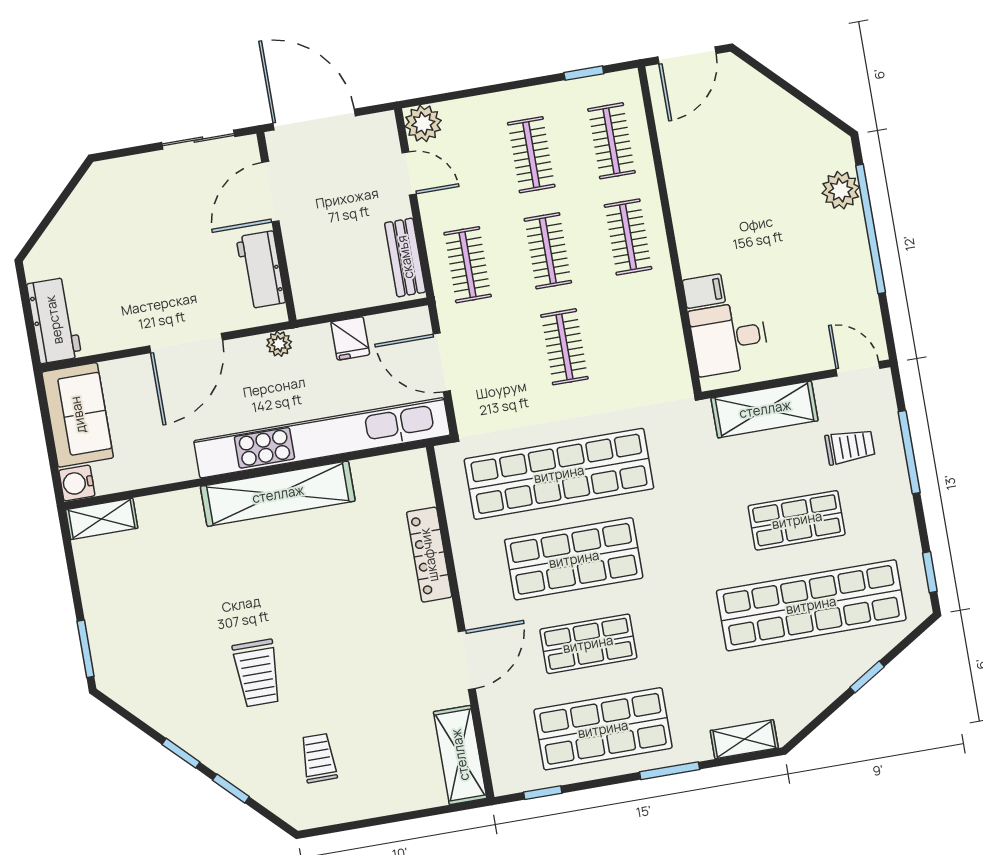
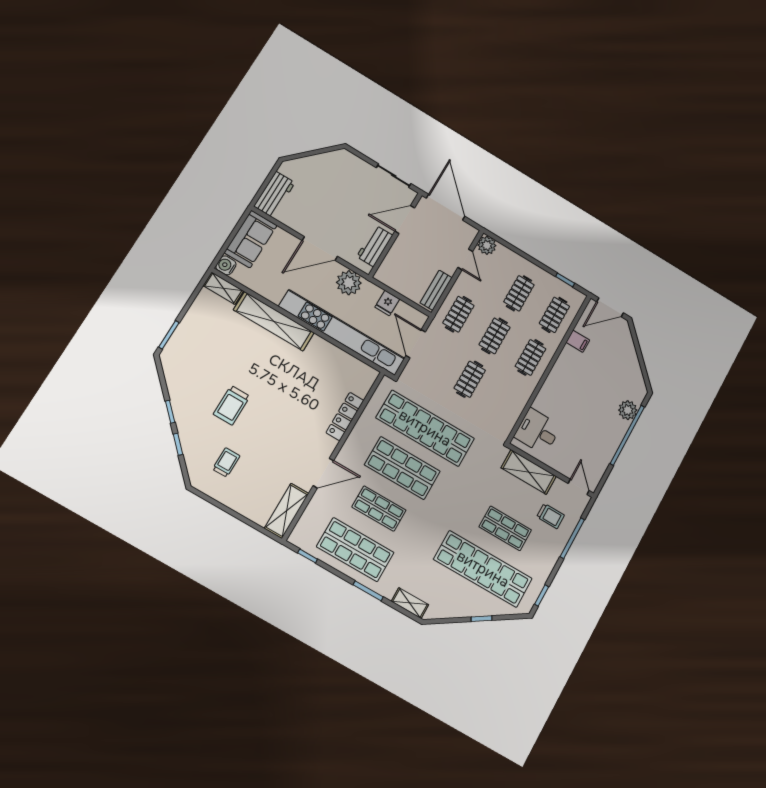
filing cabinet: (704, 291) -> (578, 341), moved
plant: (279, 344) -> (349, 283), width x1.87, depth x1.87
shelving: (278, 494) -> (274, 321), moved

